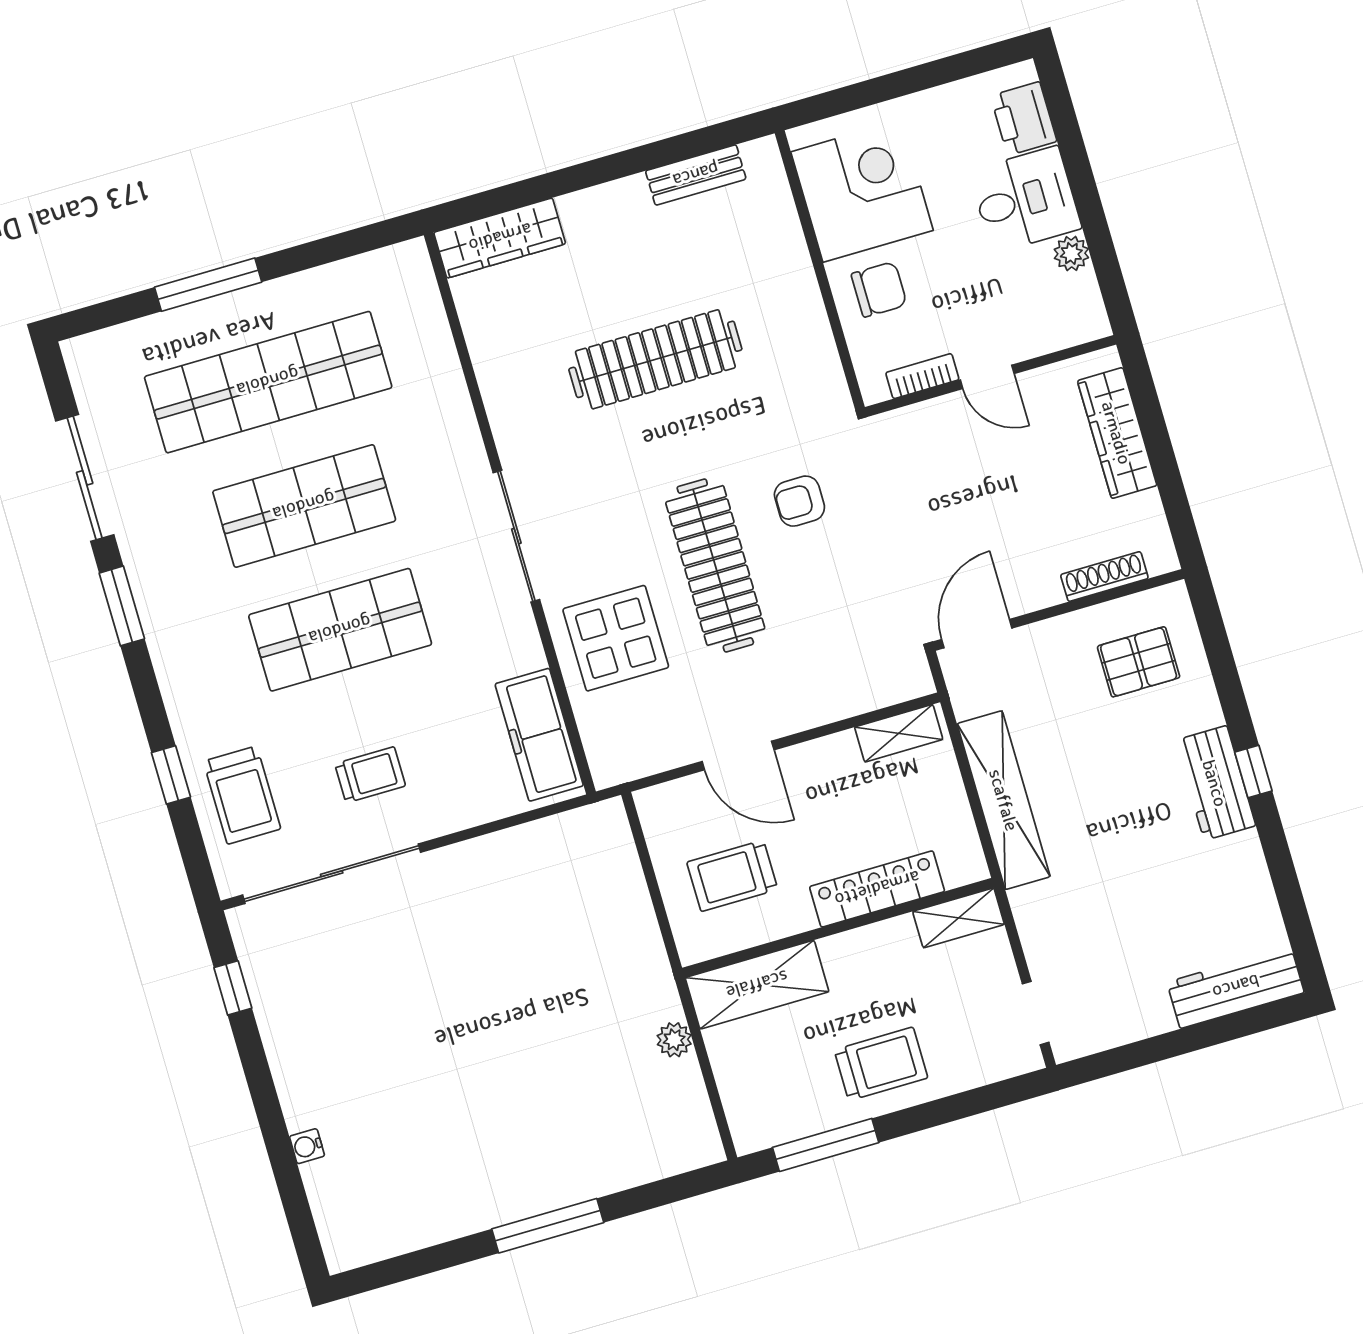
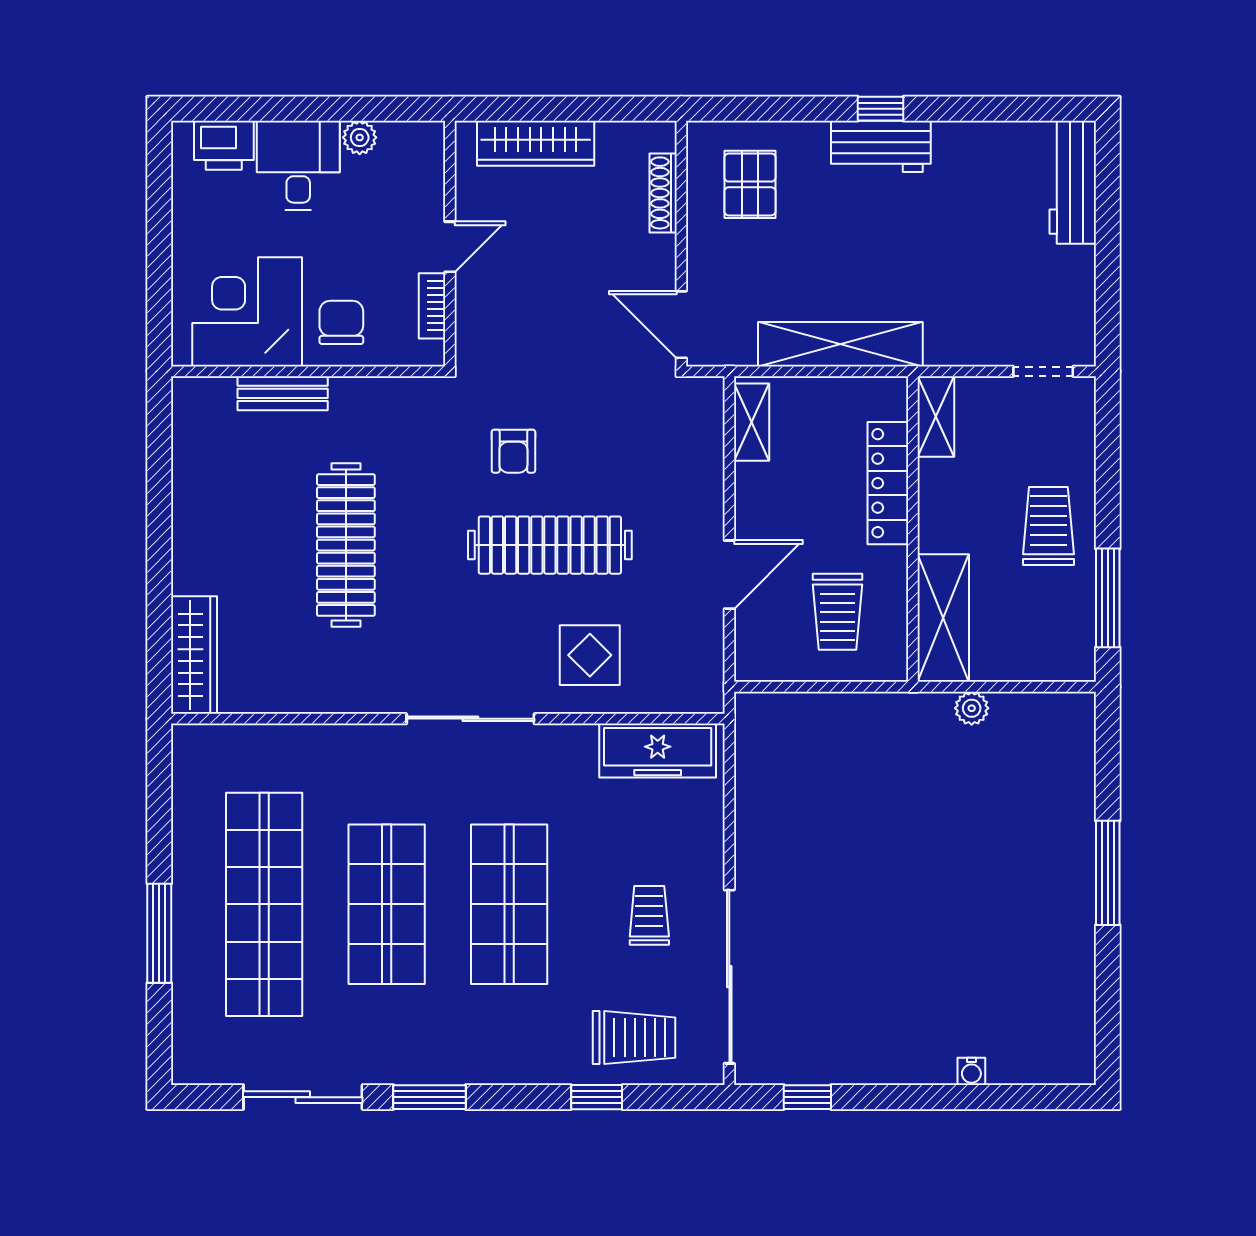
bench: (696, 175) -> (283, 393), moved, turned 90
display table: (616, 638) -> (590, 655), width x0.73, depth x0.73

